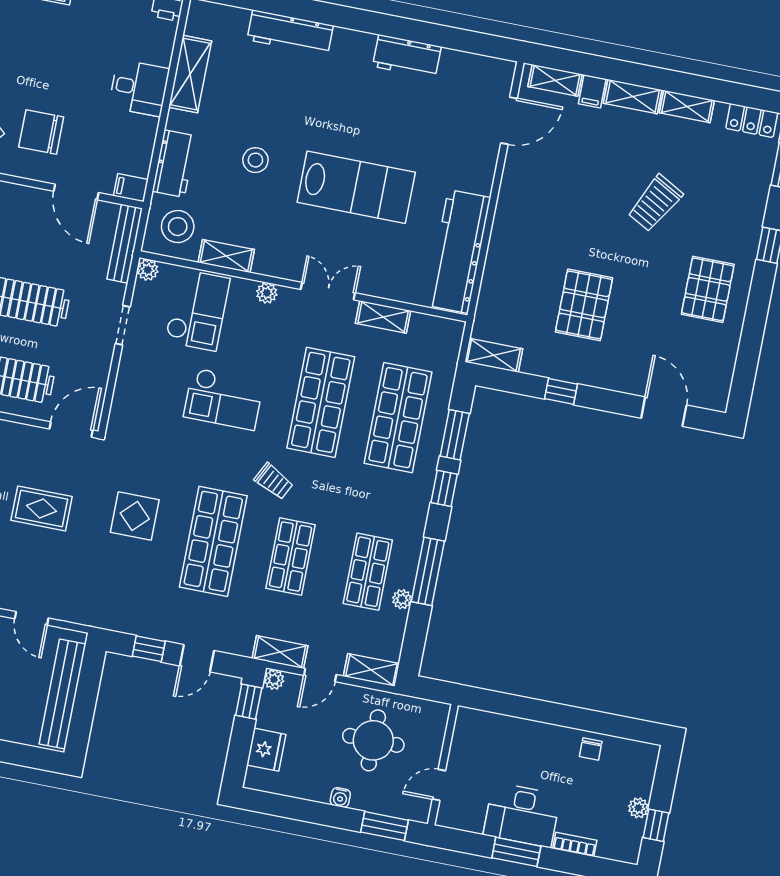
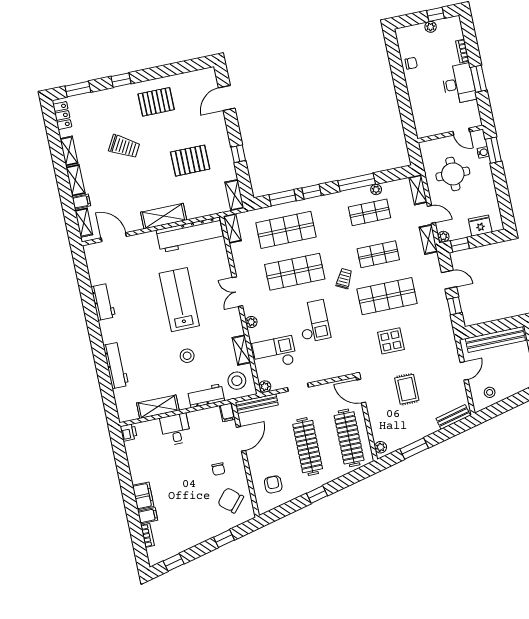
chair: (41, 132) -> (218, 469), width x0.54, depth x0.54
shelving: (509, 220) -> (164, 216), added
shelving: (383, 317) -> (232, 228), moved
water cooler: (340, 797) -> (483, 152), moved

